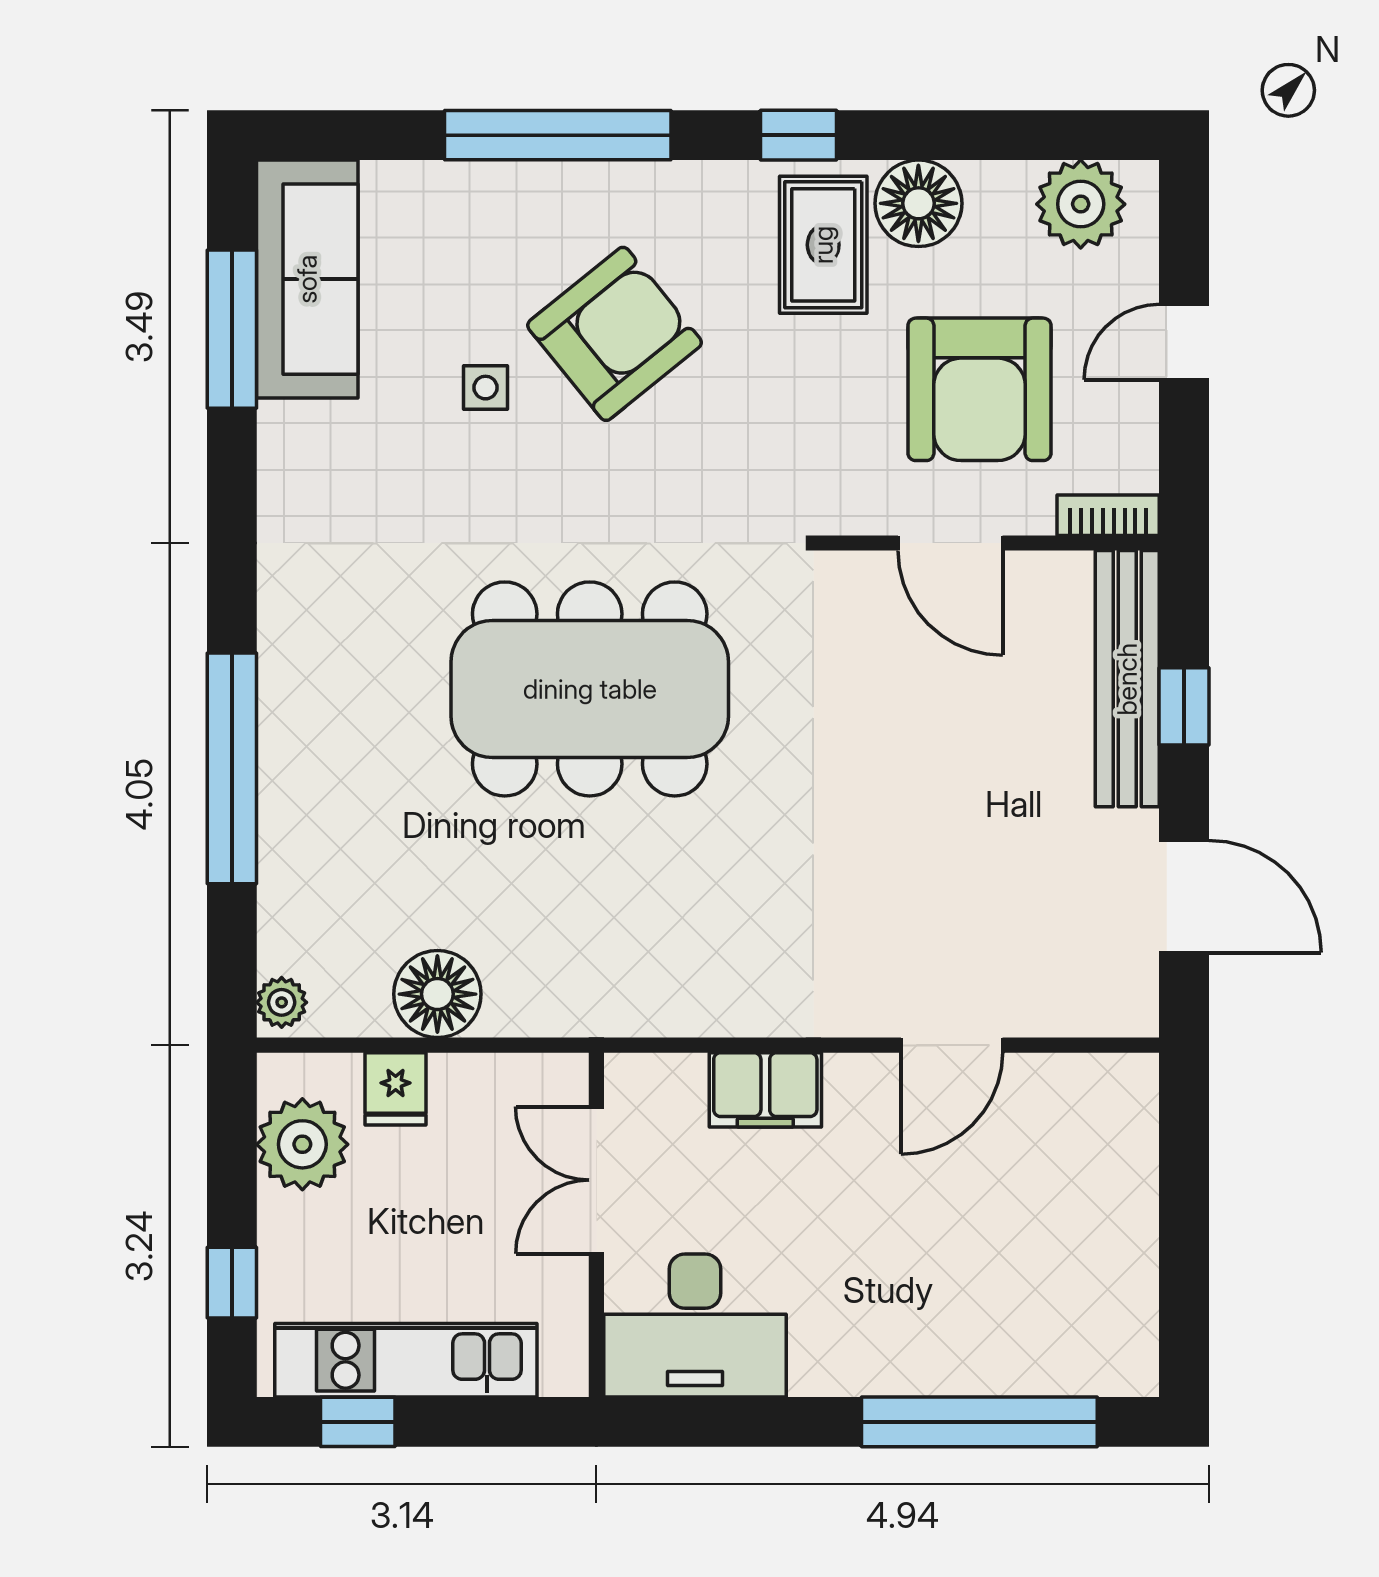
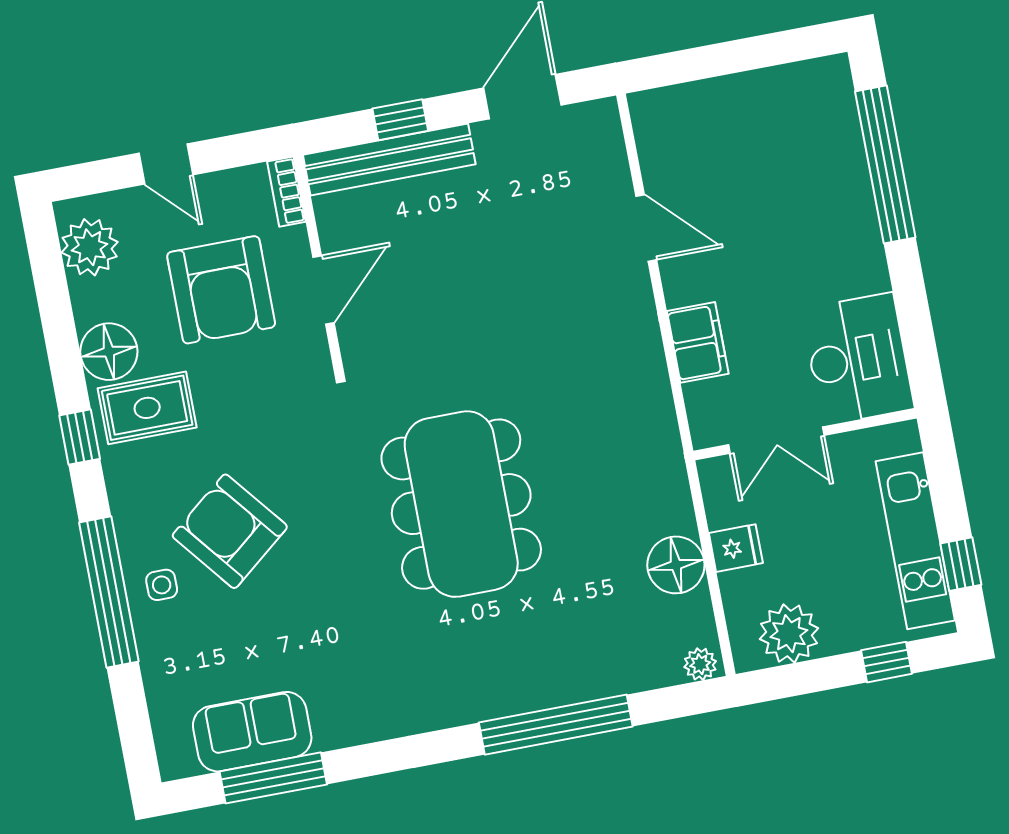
sofa: (307, 279) -> (252, 732), width x0.73
side table: (486, 388) -> (162, 585), moved
armchair: (979, 389) -> (221, 290), turned 90
fridge: (396, 1089) -> (736, 548), moved

